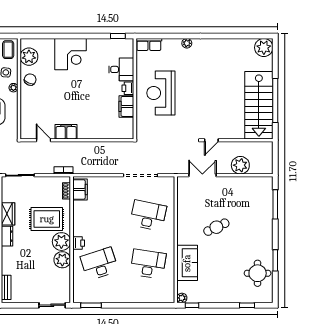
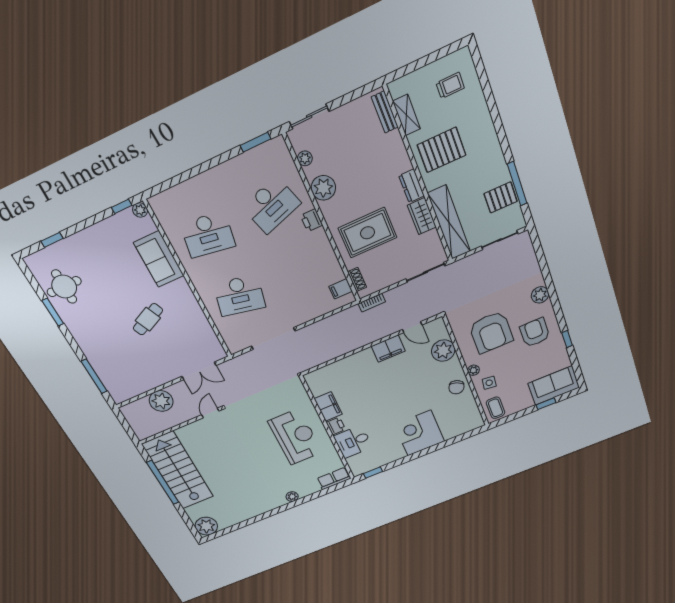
plant: (29, 57) -> (443, 351), moved
filing cabinet: (80, 189) -> (341, 289), width x0.50
plant: (61, 242) -> (305, 158), moved, width x0.53, depth x0.53

